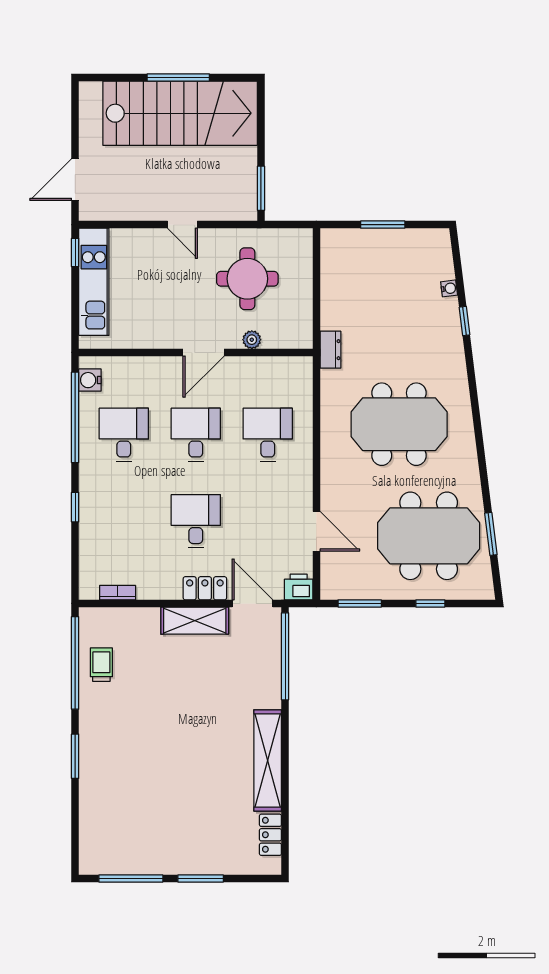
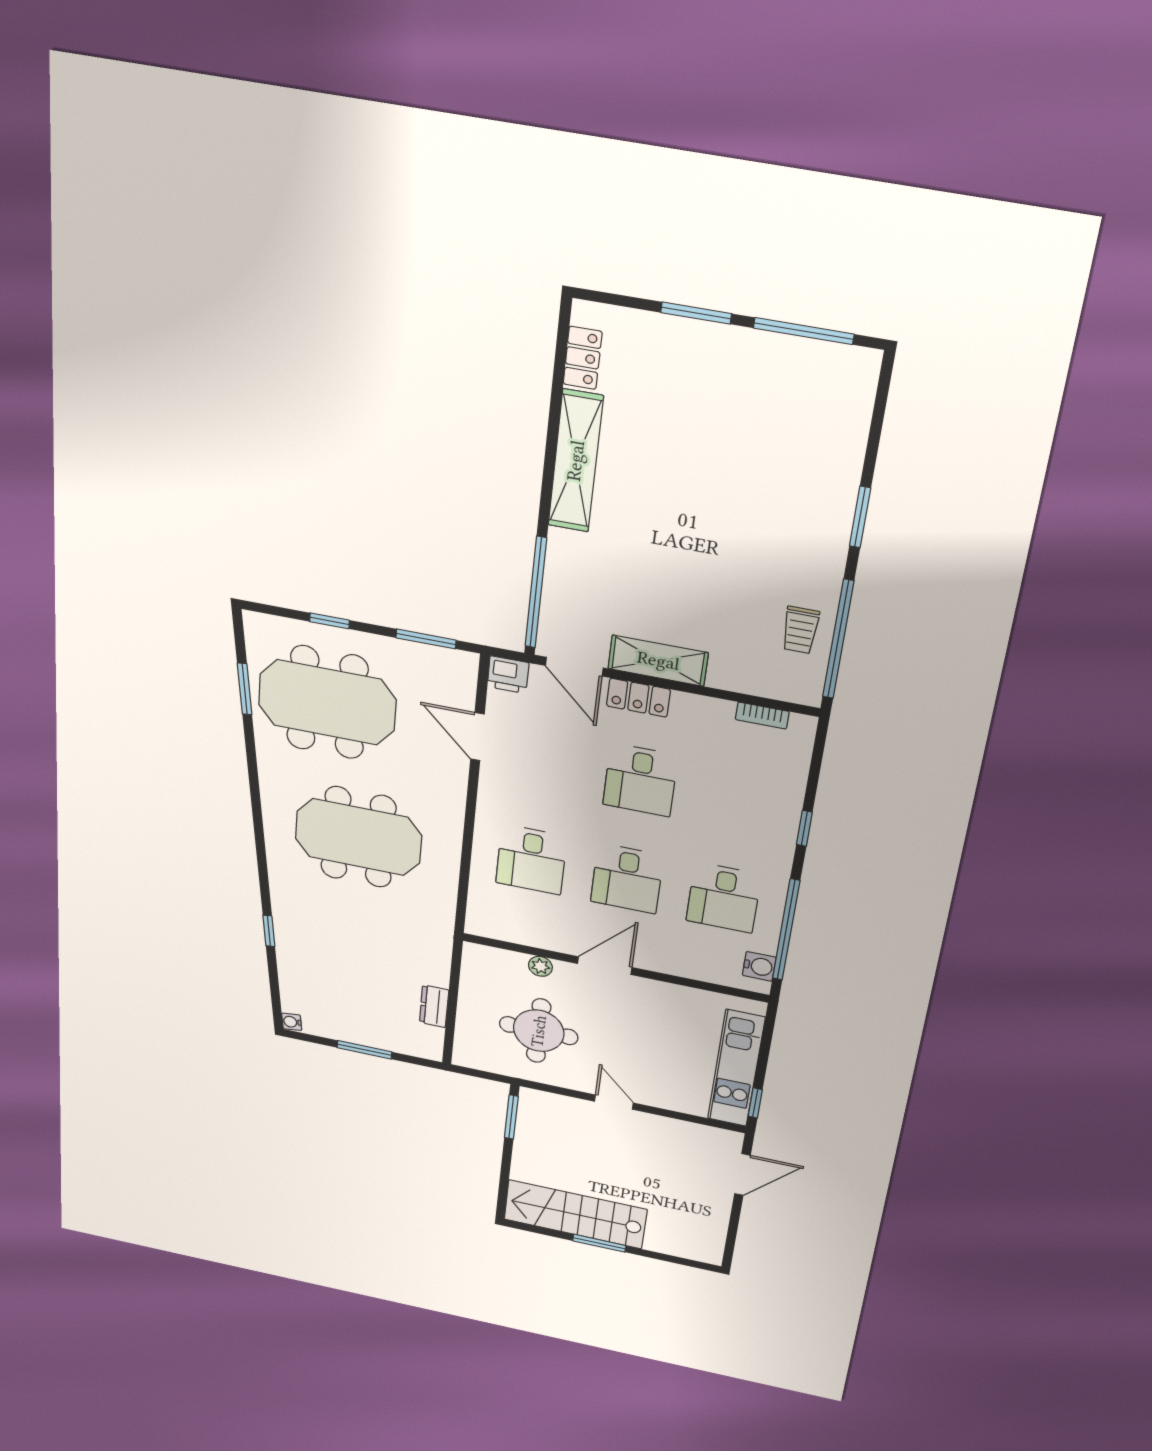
window: (178, 77) -> (599, 1243), width x0.69
stairs: (180, 113) -> (575, 1214), width x0.73, depth x0.66
water cooler: (449, 288) -> (292, 1022), moved
dresser: (330, 350) -> (434, 1006), moved

